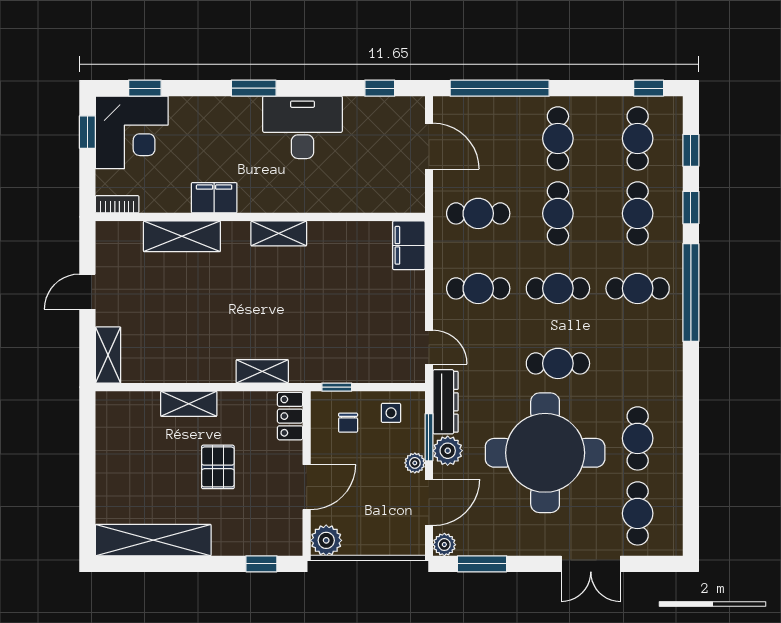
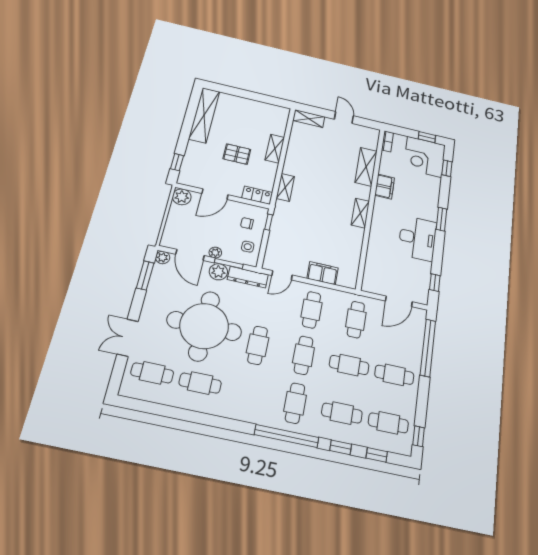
filing cabinet: (409, 245) -> (323, 273), moved
door: (307, 487) -> (215, 194), hinge flipped

